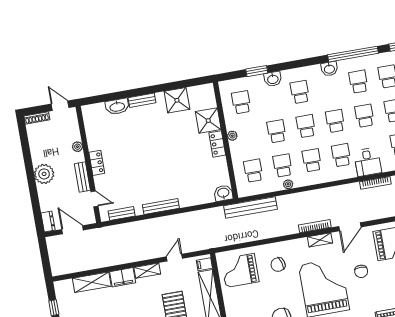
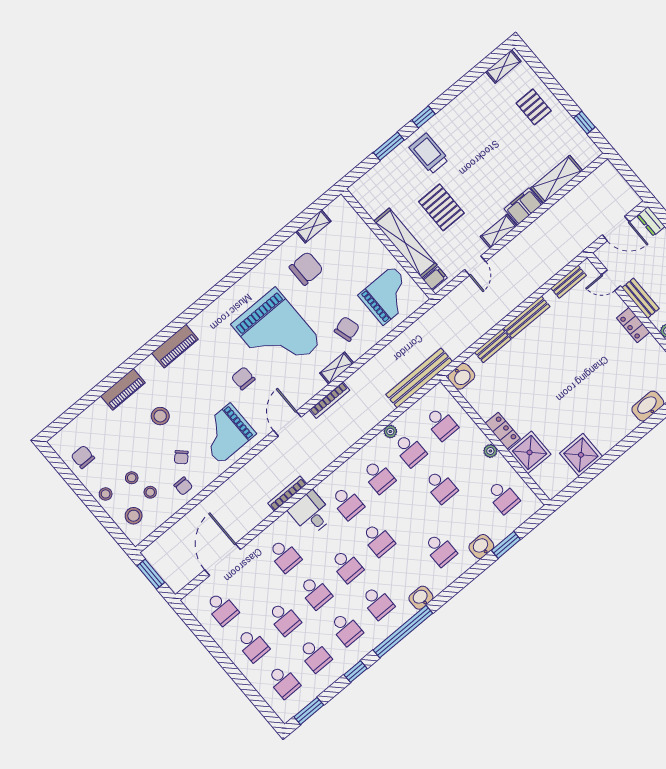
bench: (142, 100) -> (493, 346), moved
school desk: (306, 126) -> (409, 513), removed
shelving: (320, 240) -> (337, 368), moved

